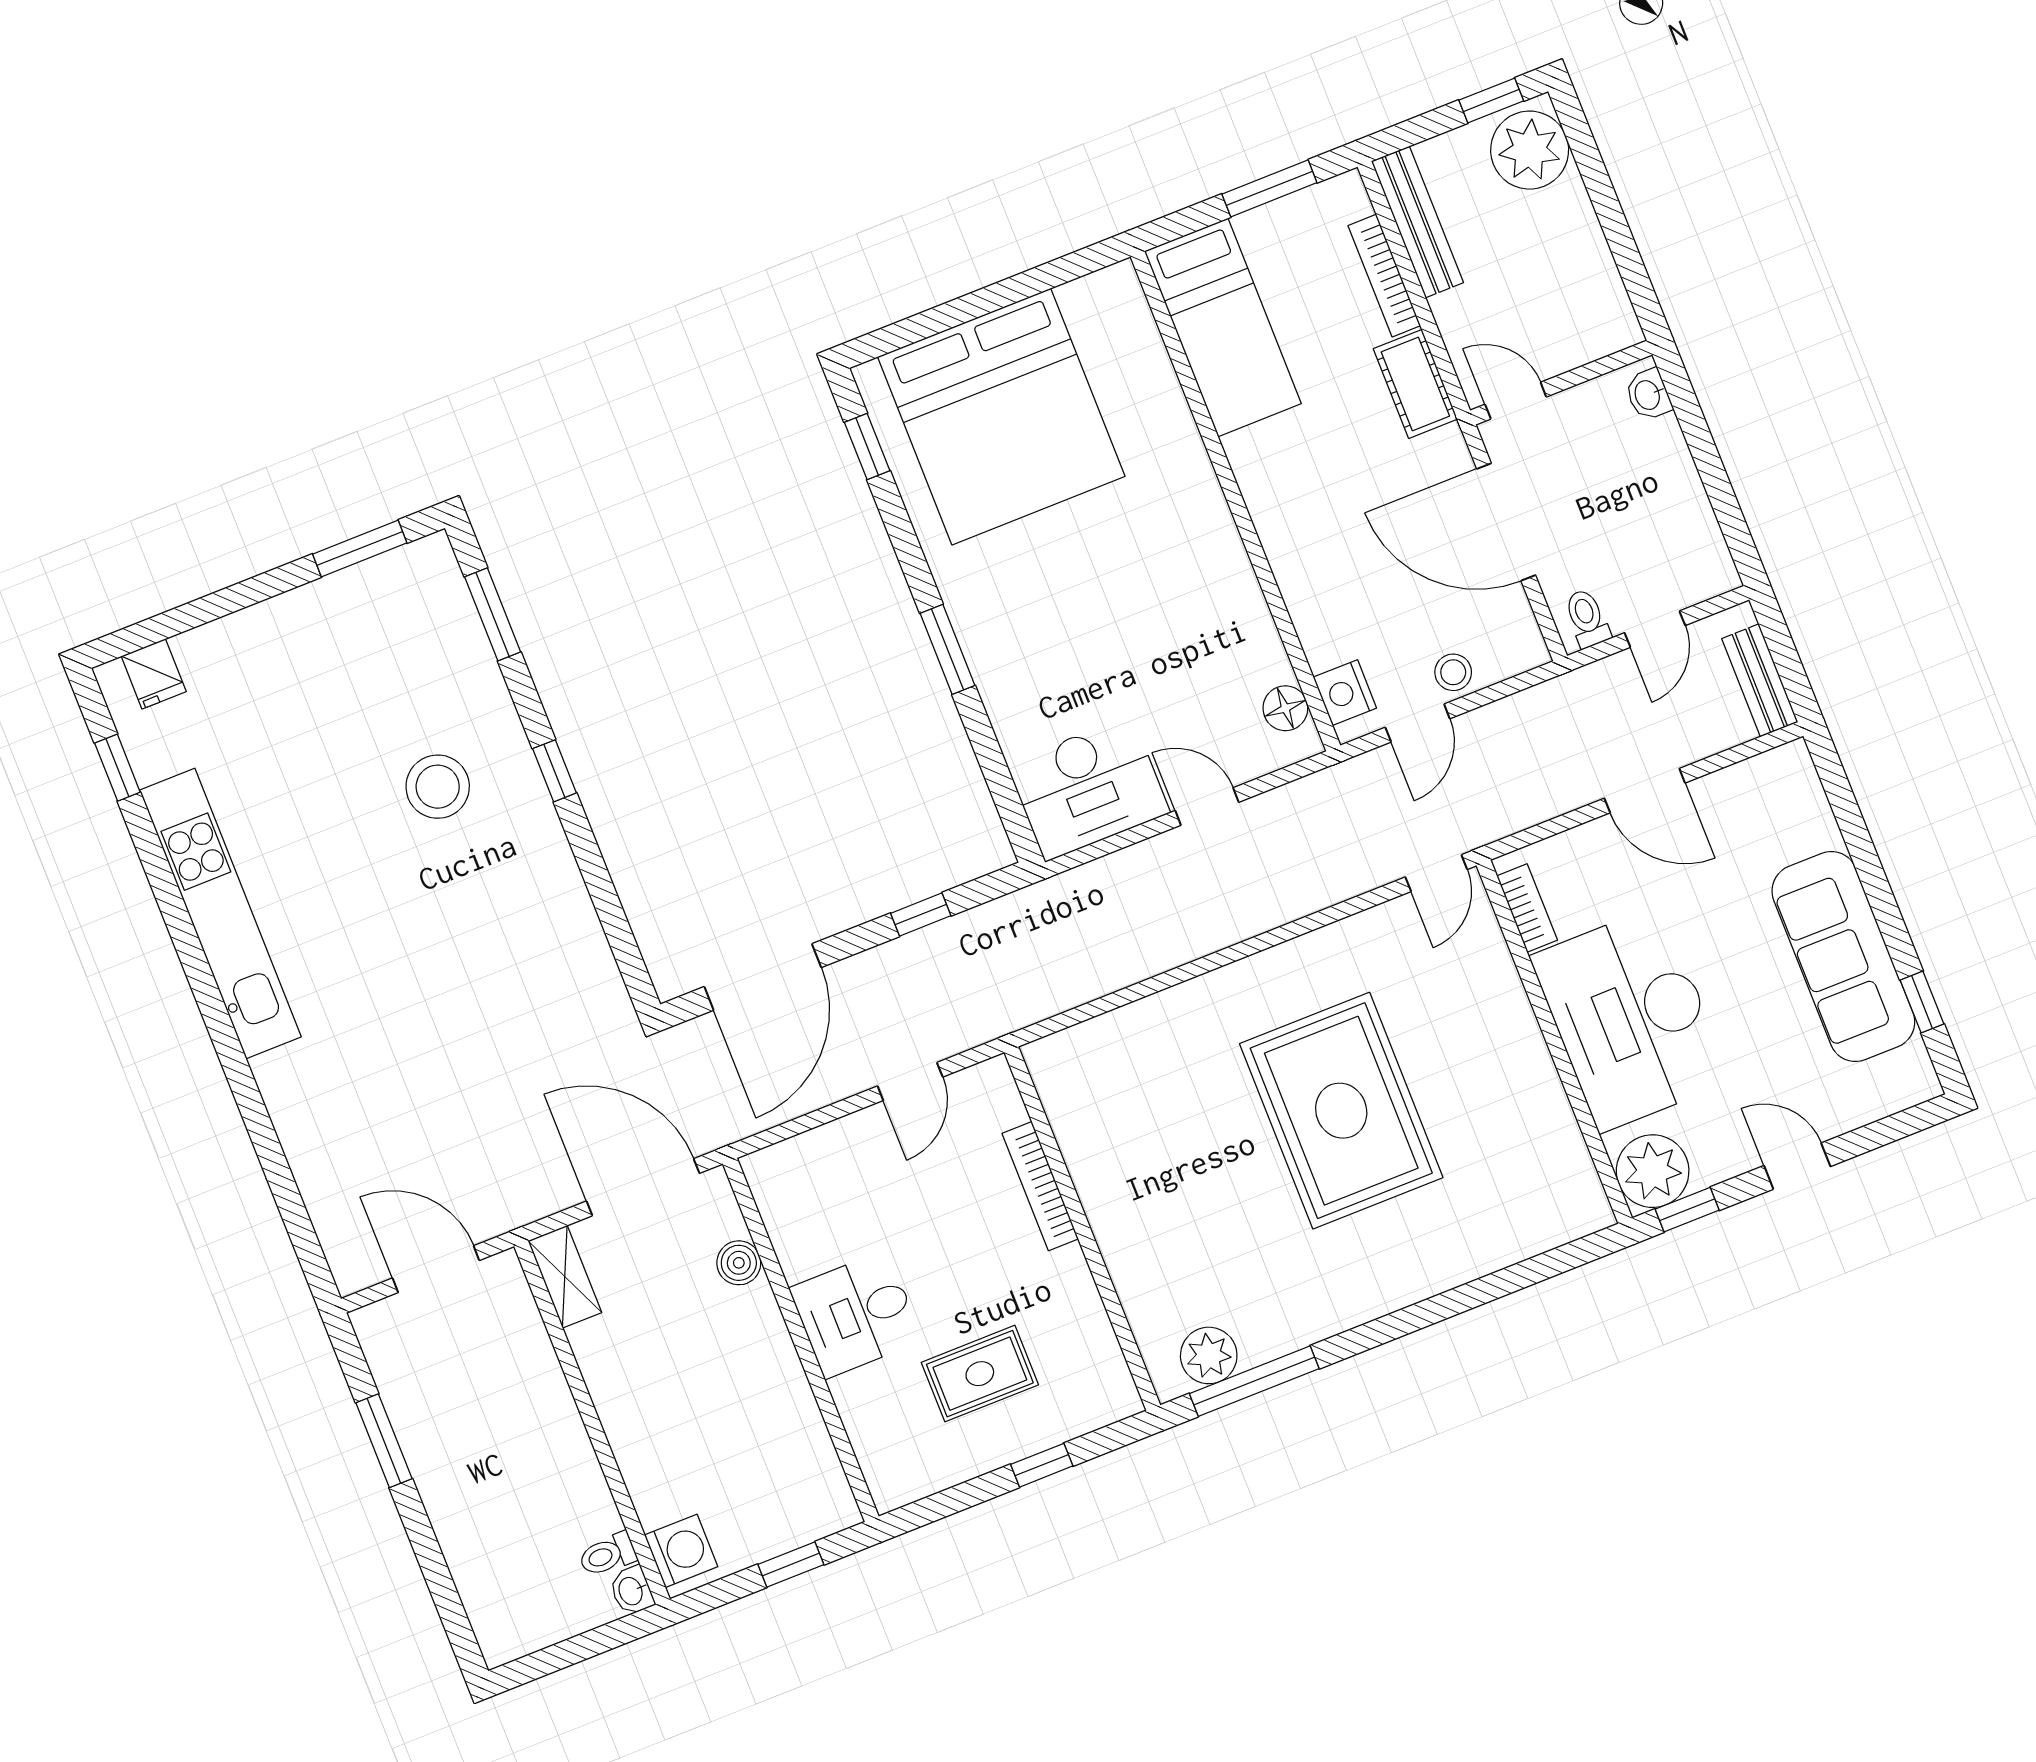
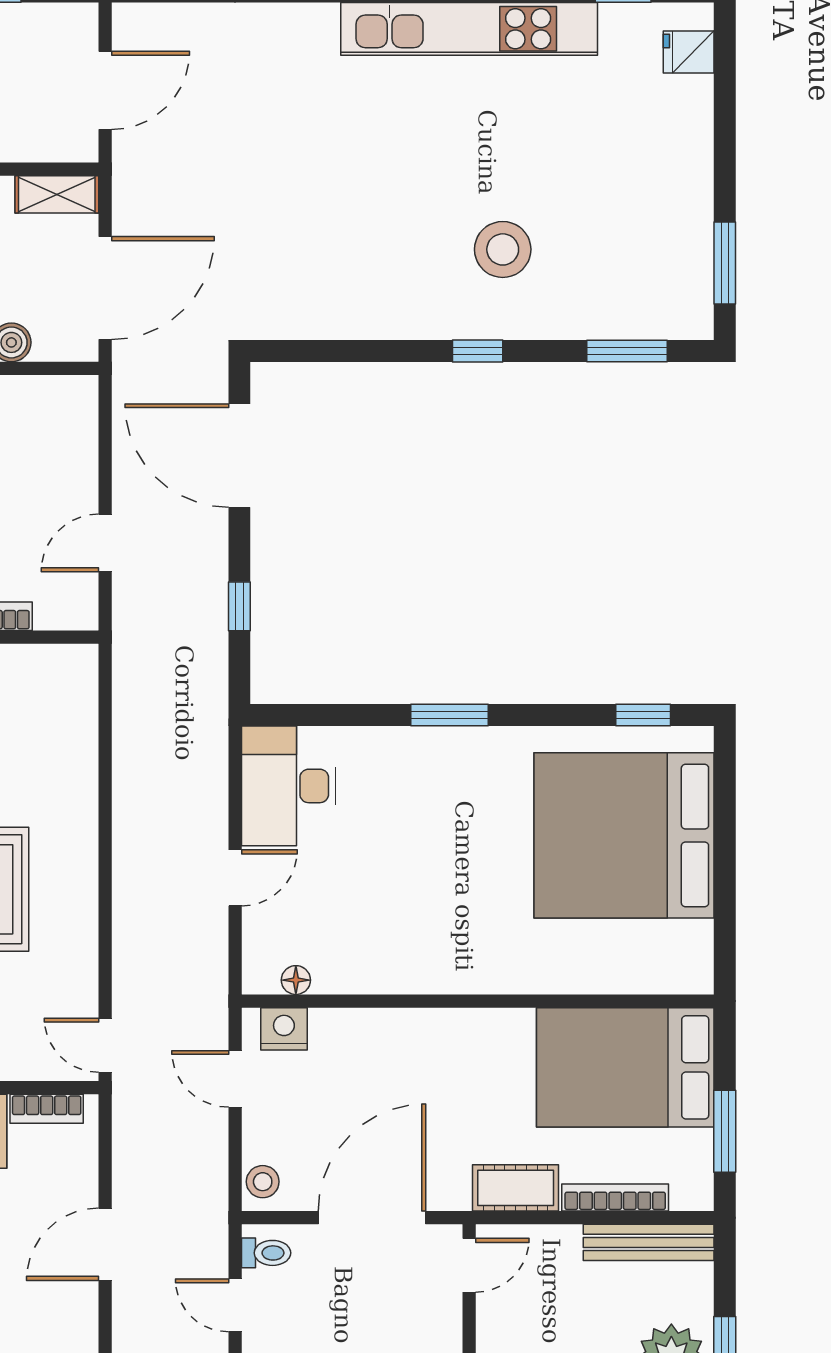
bed: (1223, 327) -> (625, 1067), width x1.50
stool: (1453, 672) -> (263, 1182), moved
floor lamp: (1285, 708) -> (296, 980), width x0.73, depth x0.73
door: (910, 1081) -> (105, 543), hinge flipped

